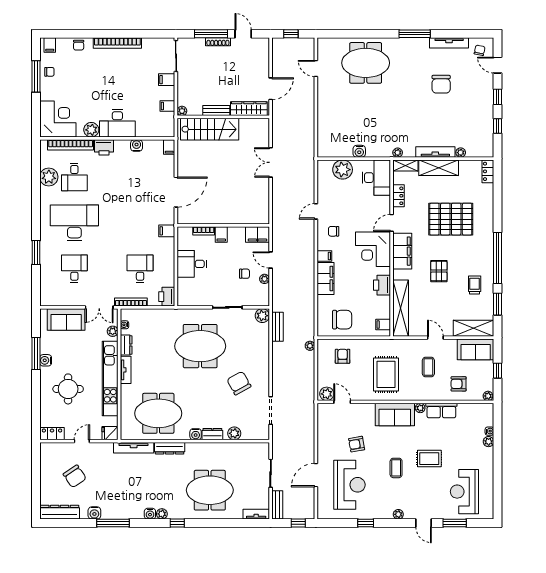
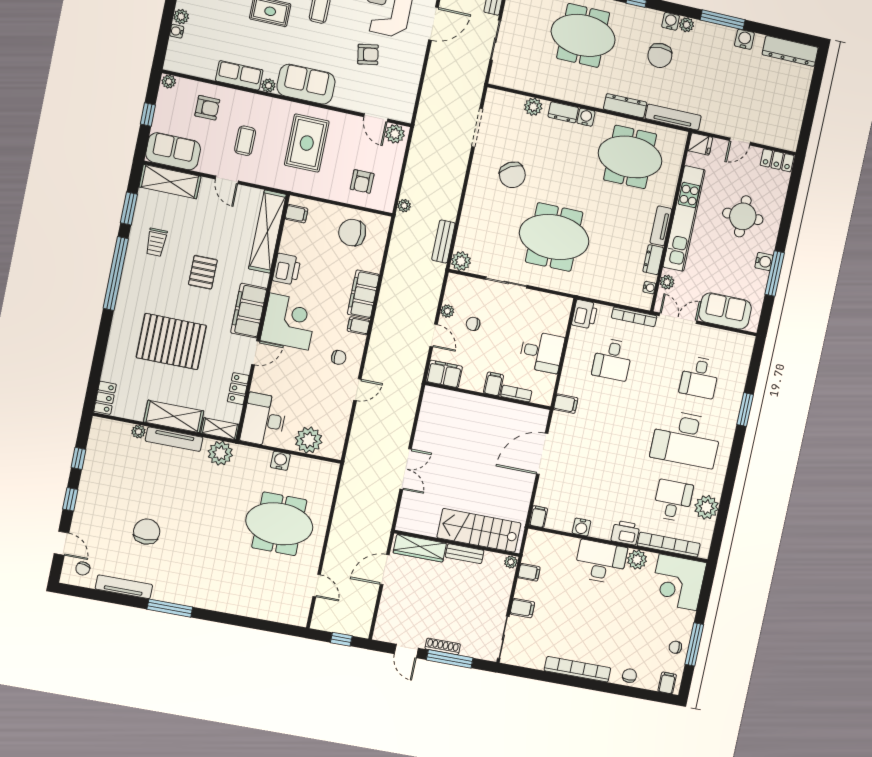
meeting table: (366, 63) -> (279, 524), moved
plant: (398, 153) -> (220, 453), width x1.87, depth x1.87
chair: (75, 476) -> (660, 55), moved, turned -146
plant: (162, 514) -> (687, 25), moved

